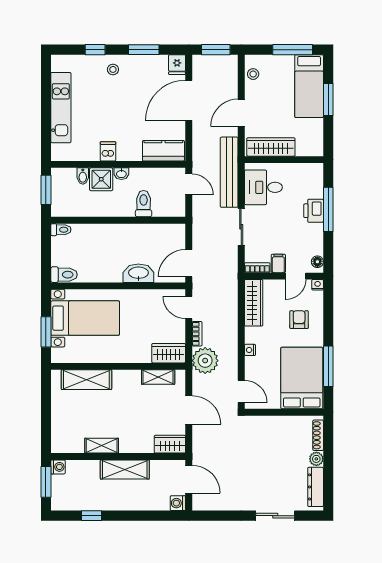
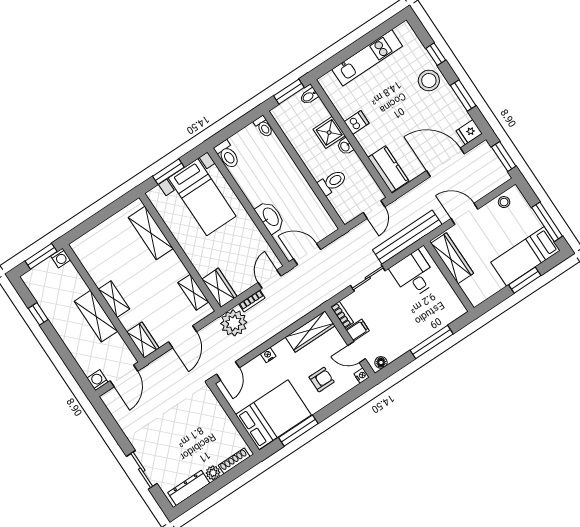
stool: (113, 69) -> (429, 80), width x1.89, depth x1.89
bidet: (83, 176) -> (309, 96), moved
printer: (314, 211) -> (422, 330), removed
shelving: (102, 446) -> (114, 299), moved

